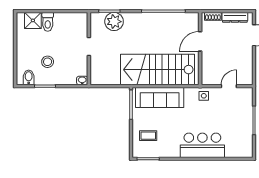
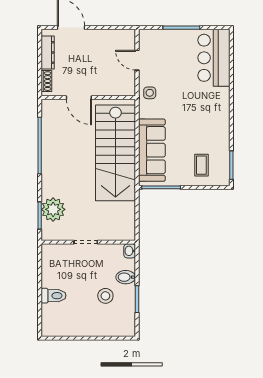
shower: (33, 20) -> (52, 315), removed
bidet: (29, 77) -> (126, 277), moved
bar counter: (202, 145) -> (214, 58), moved

